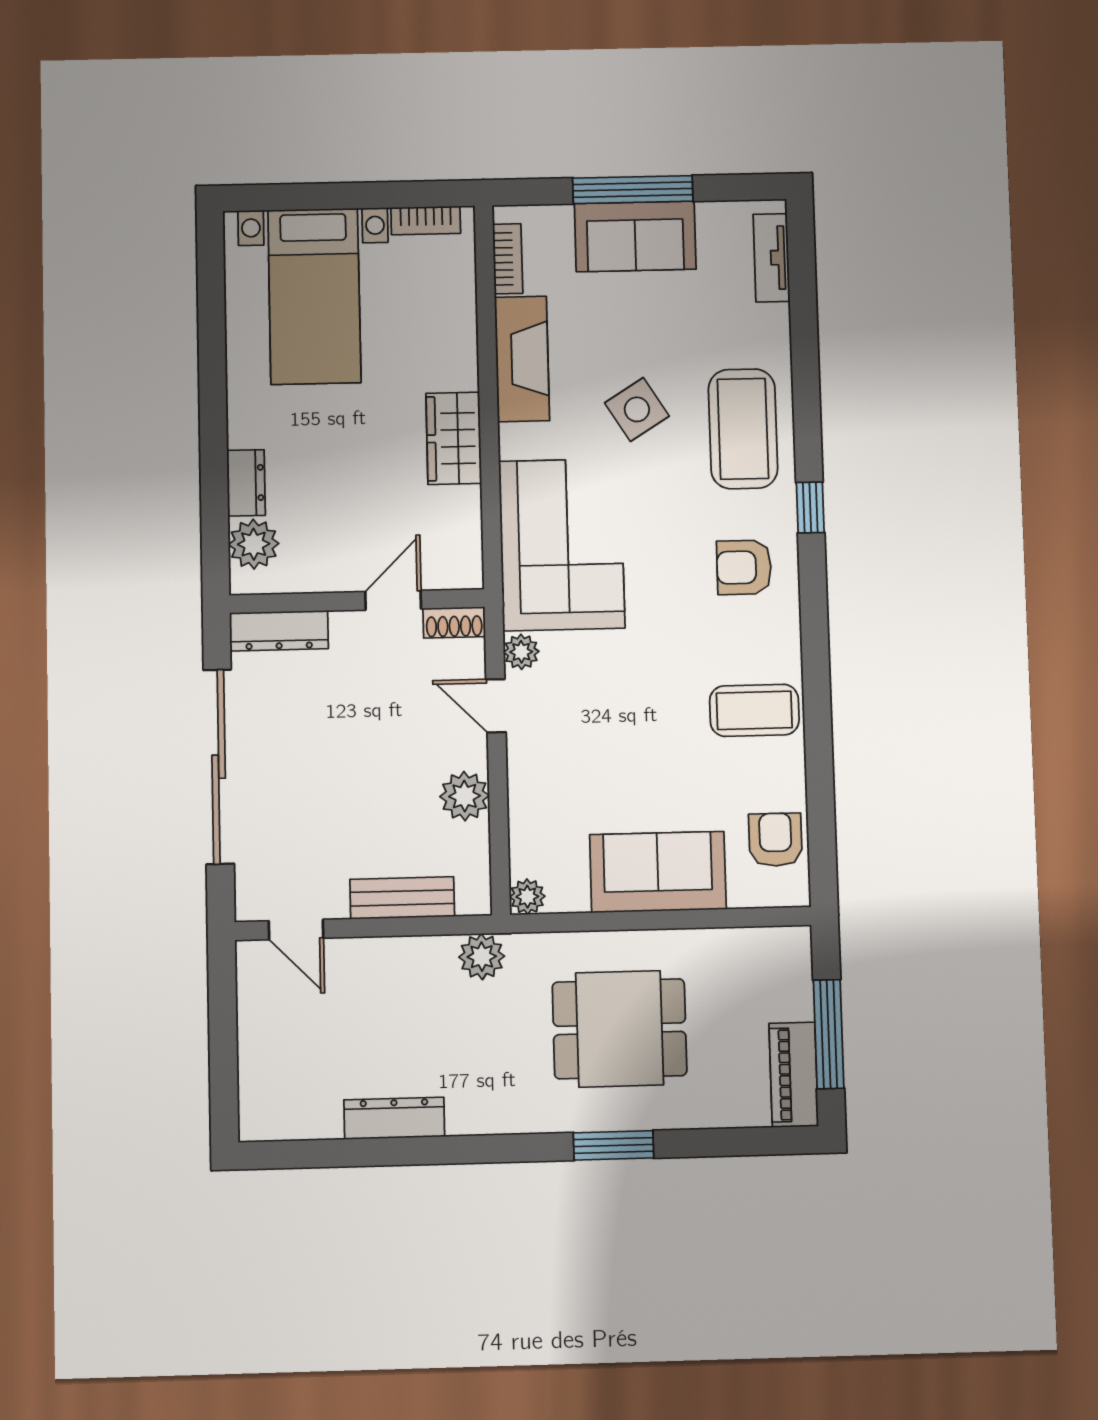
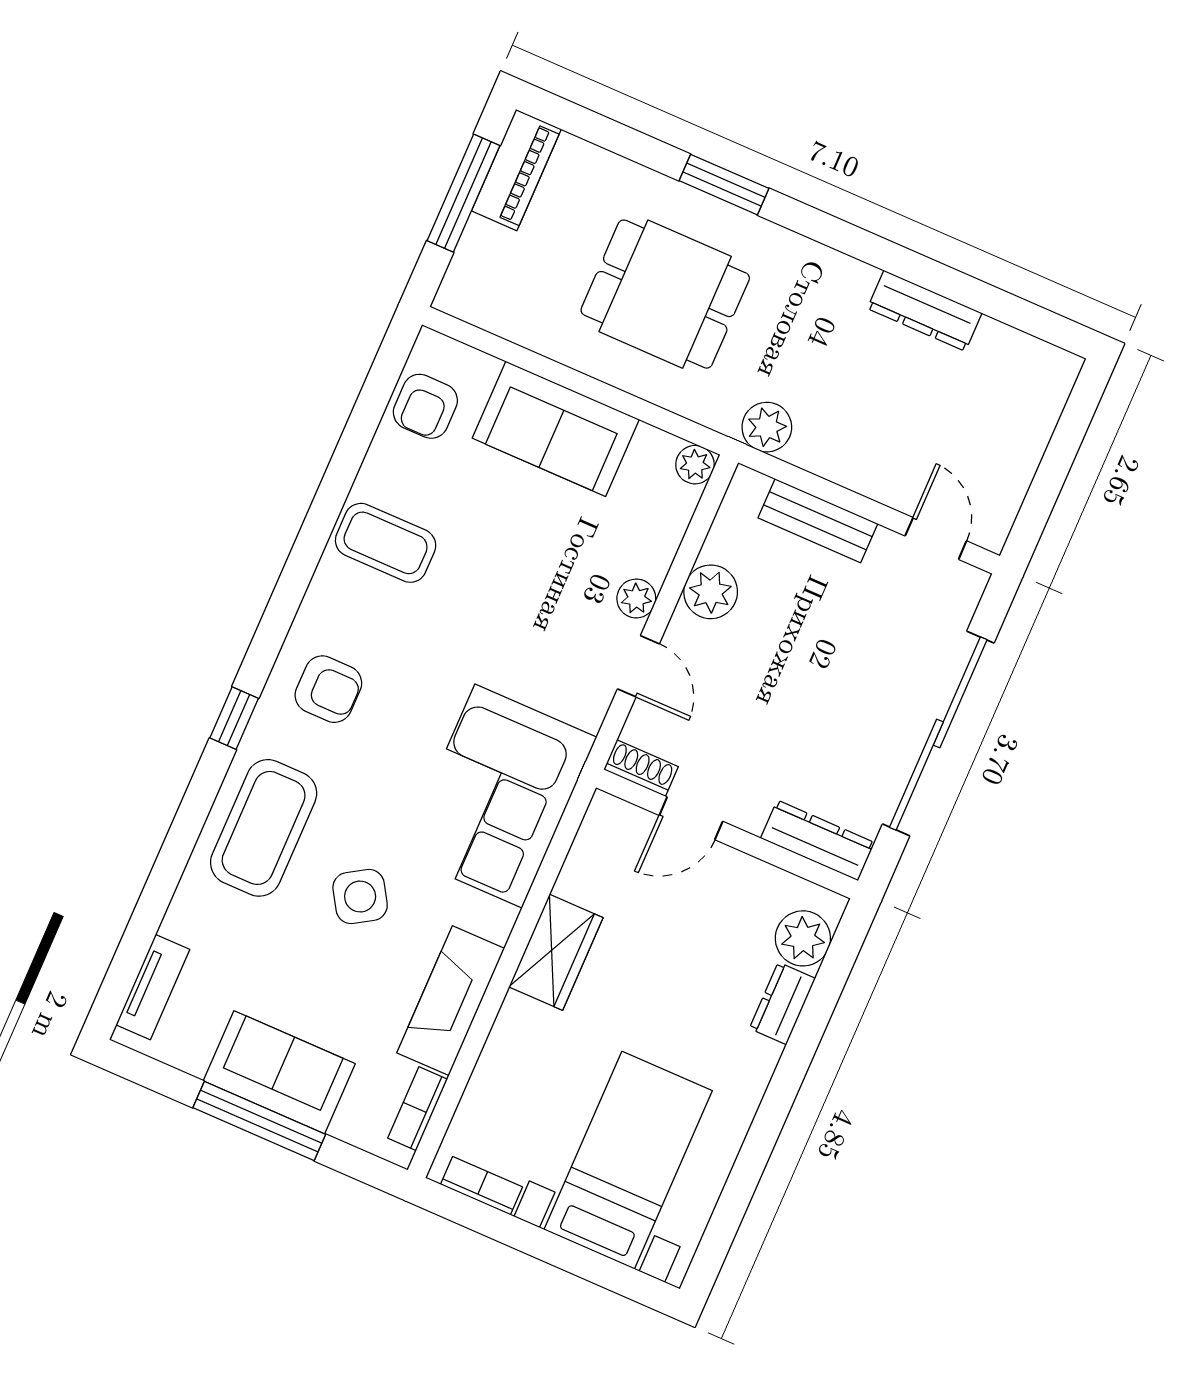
plant: (521, 652) -> (636, 598), moved

